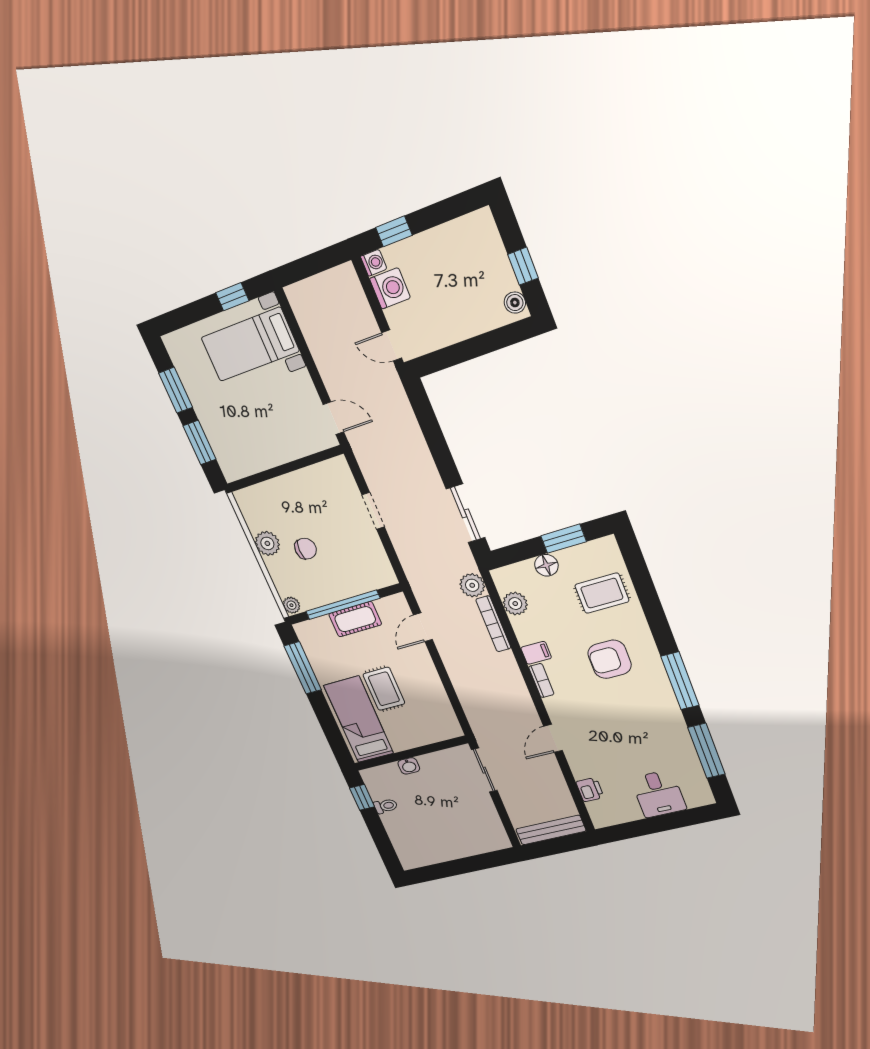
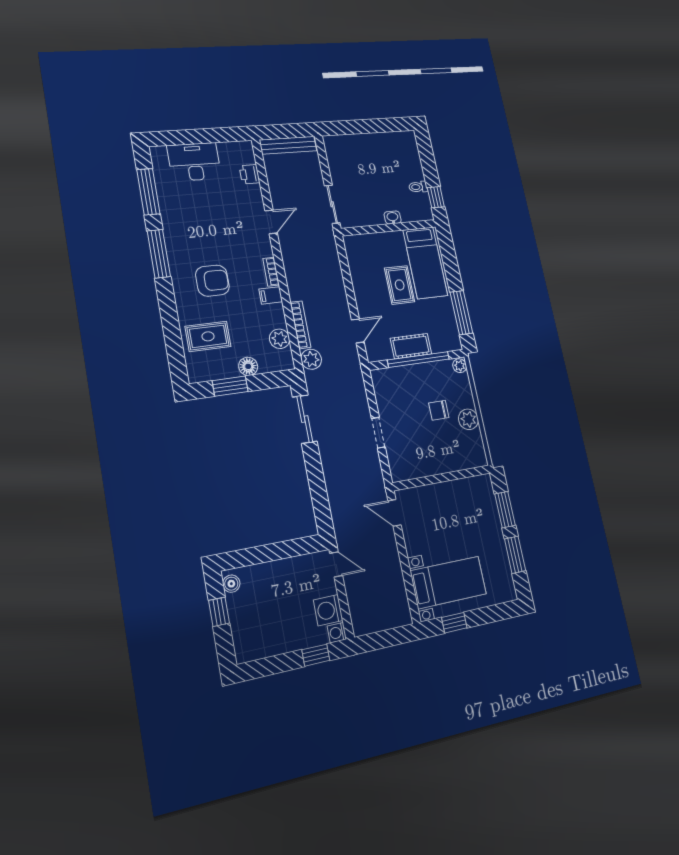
desk: (658, 794) -> (194, 162), width x1.37

